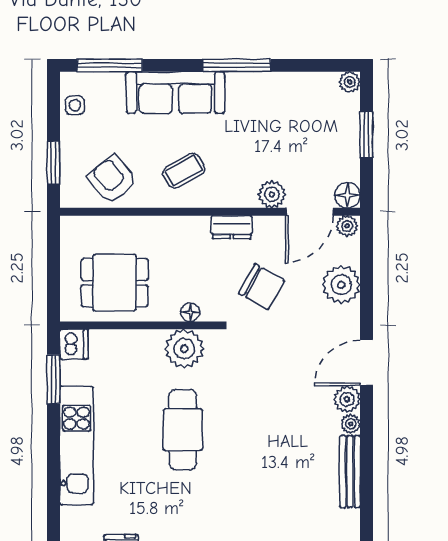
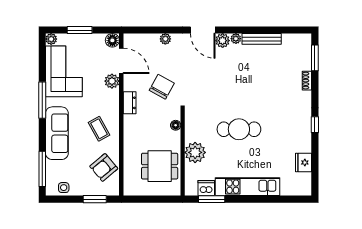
corner sofa: (290, 105) -> (64, 71), added
plant: (347, 226) -> (129, 41), removed
dining table: (115, 283) -> (160, 166), turned 90
plant: (341, 285) -> (165, 39), width x0.53, depth x0.53
dishwasher: (74, 344) -> (206, 188), moved
plant: (184, 349) -> (195, 152), moved

